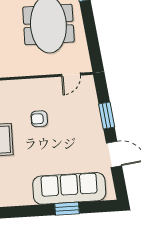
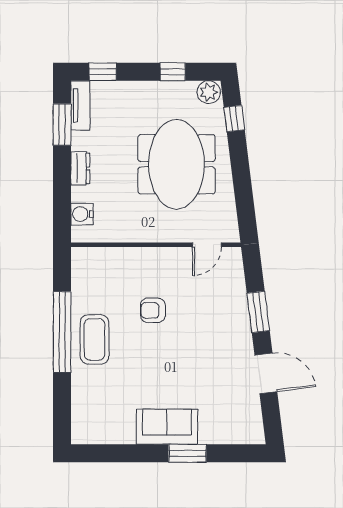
sofa: (69, 188) -> (167, 427), width x0.54, depth x0.79

